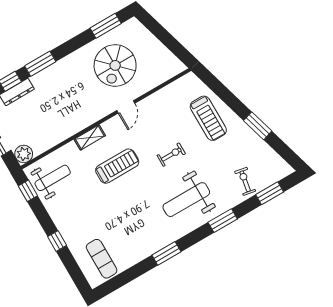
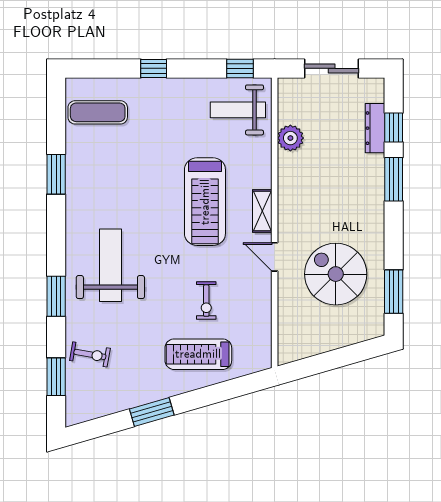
shelving: (90, 137) -> (262, 211), moved
plant: (24, 154) -> (290, 138), moved
exercise bike: (171, 155) -> (206, 301), moved
treadmill: (117, 166) -> (205, 202), width x1.37, depth x1.38
weight bench: (53, 178) -> (238, 110), turned 90
window: (166, 253) -> (56, 174), moved

